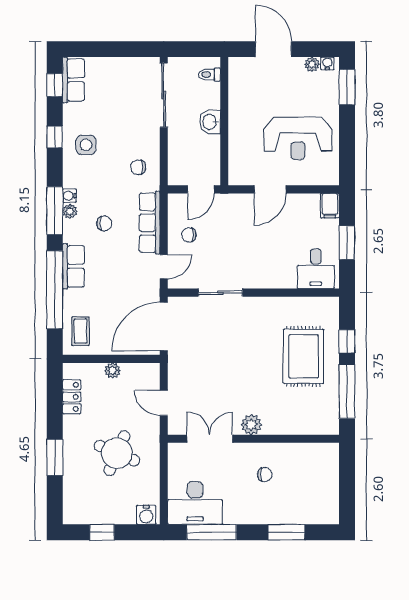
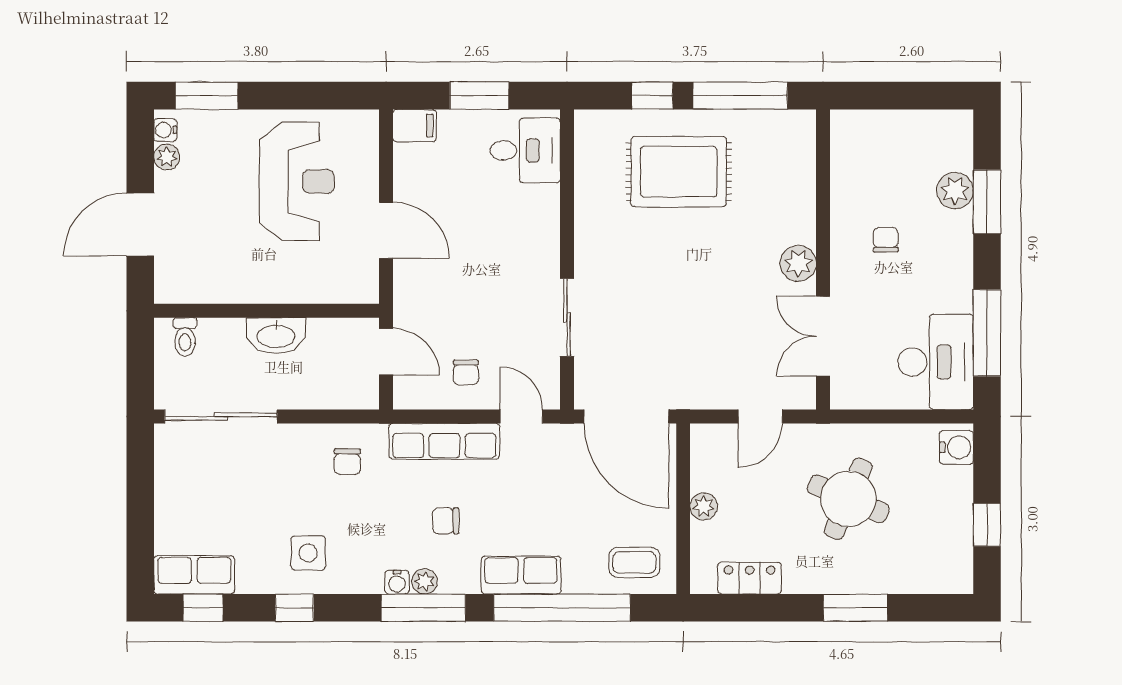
washbasin: (210, 122) -> (276, 336), width x1.38
chair: (104, 223) -> (446, 521), turned -90
plant: (293, 514) -> (955, 191), added

